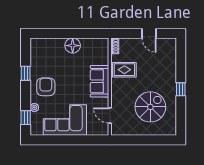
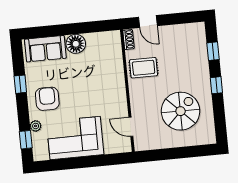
door: (149, 33) -> (148, 21), moved
window: (181, 62) -> (213, 51), added
sofa: (100, 81) -> (45, 49), moved, turned -90

